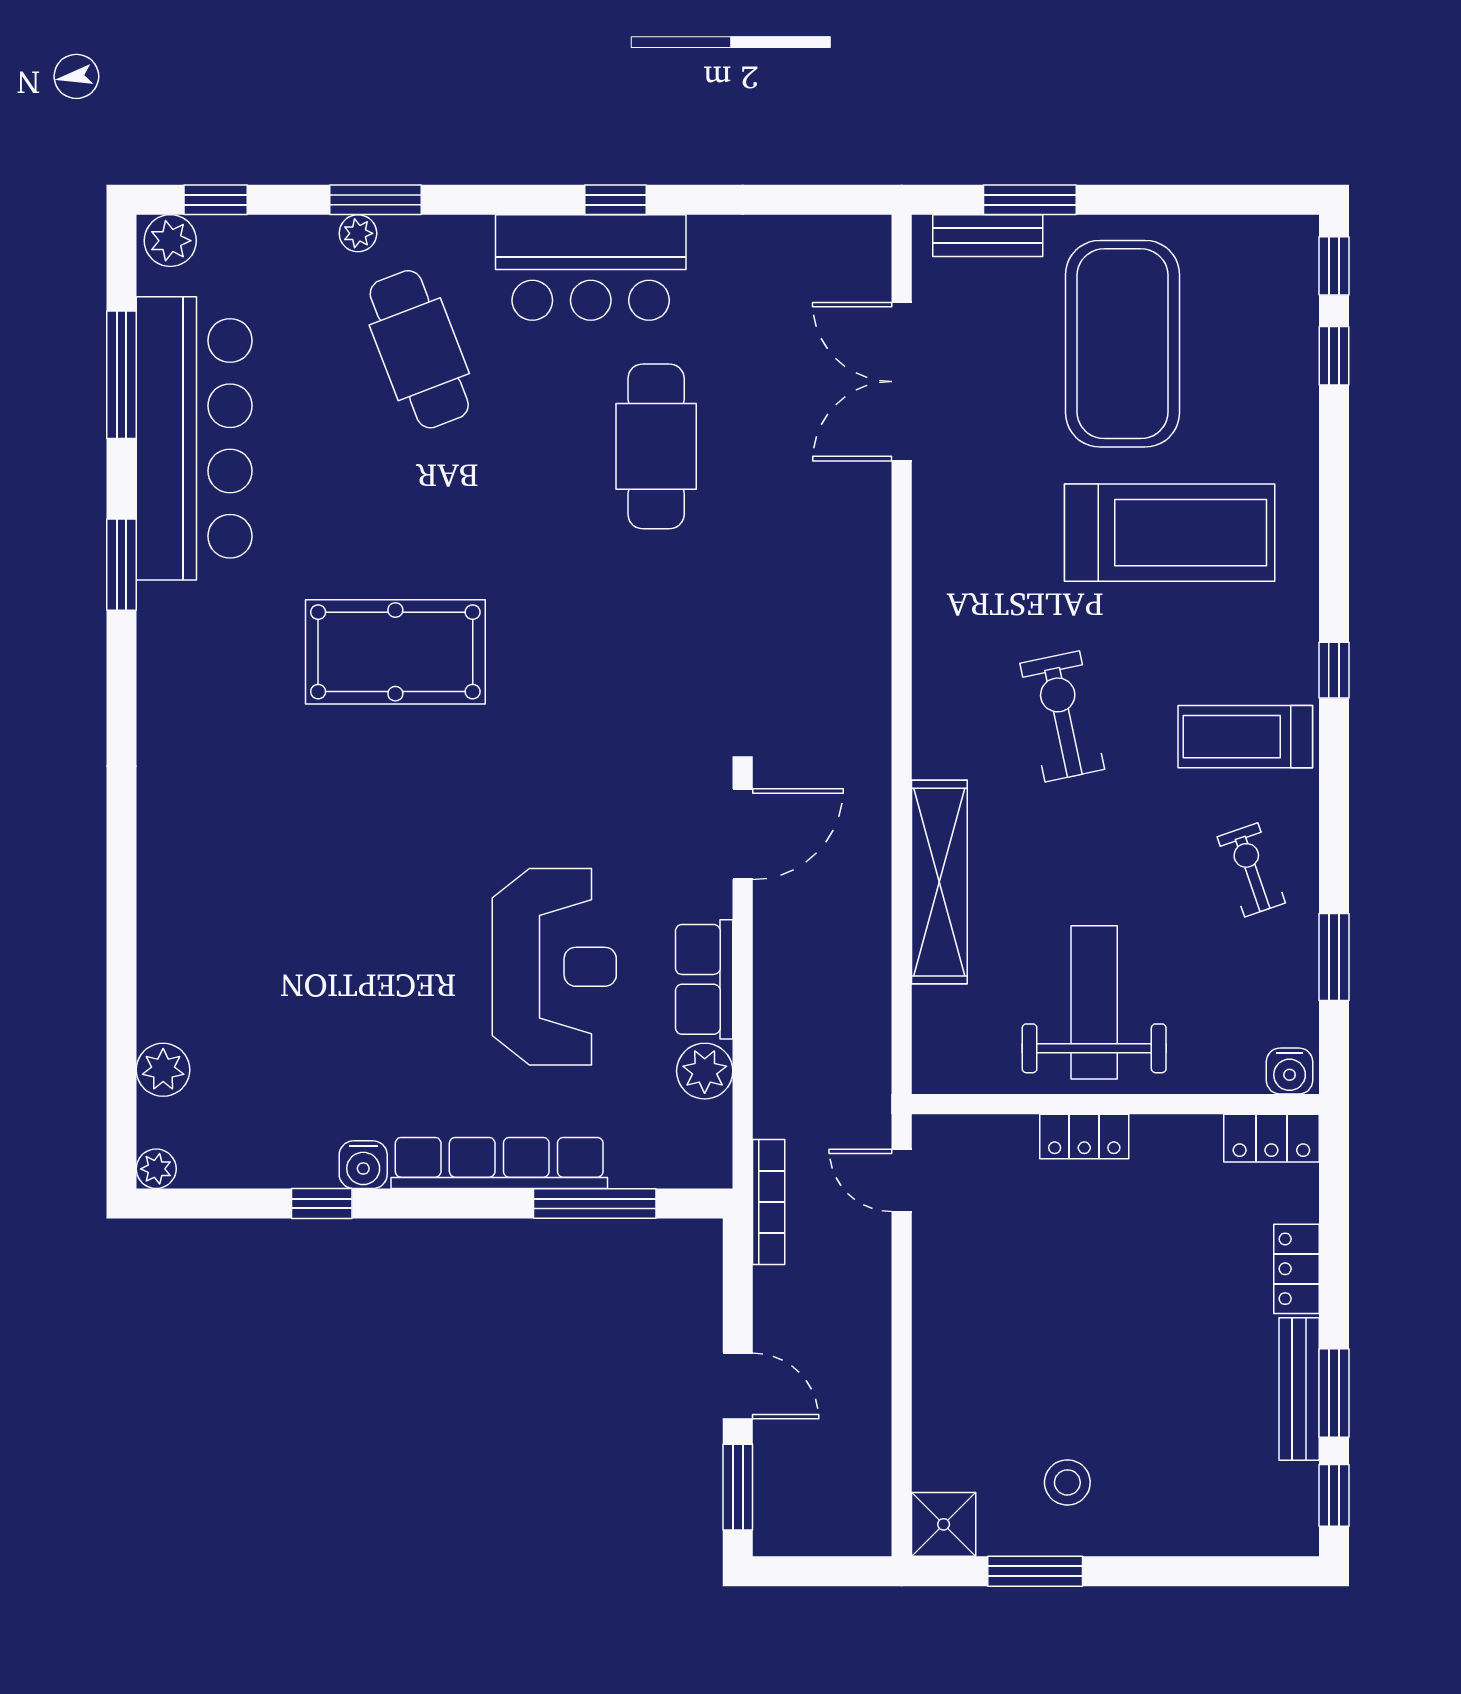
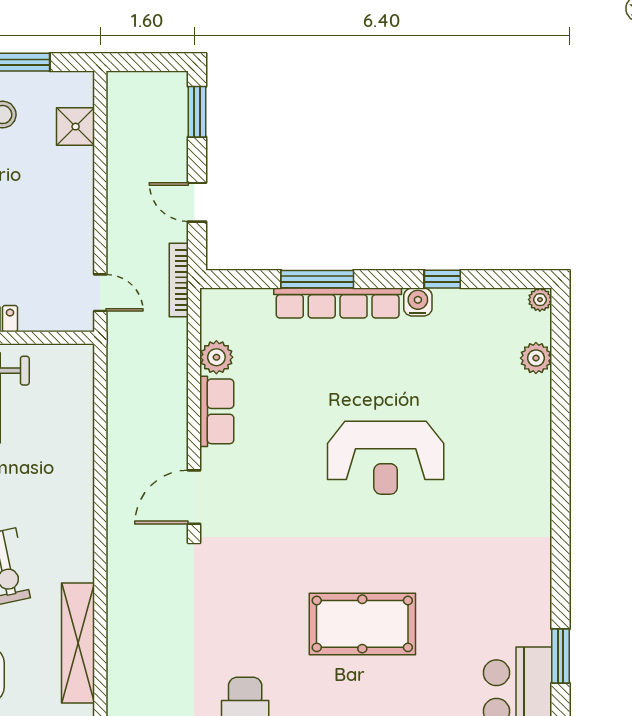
pool table: (395, 652) -> (362, 624), moved
shelving: (939, 882) -> (78, 643), moved
reception desk: (554, 967) -> (386, 458), moved, turned -90
window: (595, 1203) -> (317, 279), moved
door: (738, 1386) -> (197, 202), moved
shower: (944, 1524) -> (76, 127), moved

